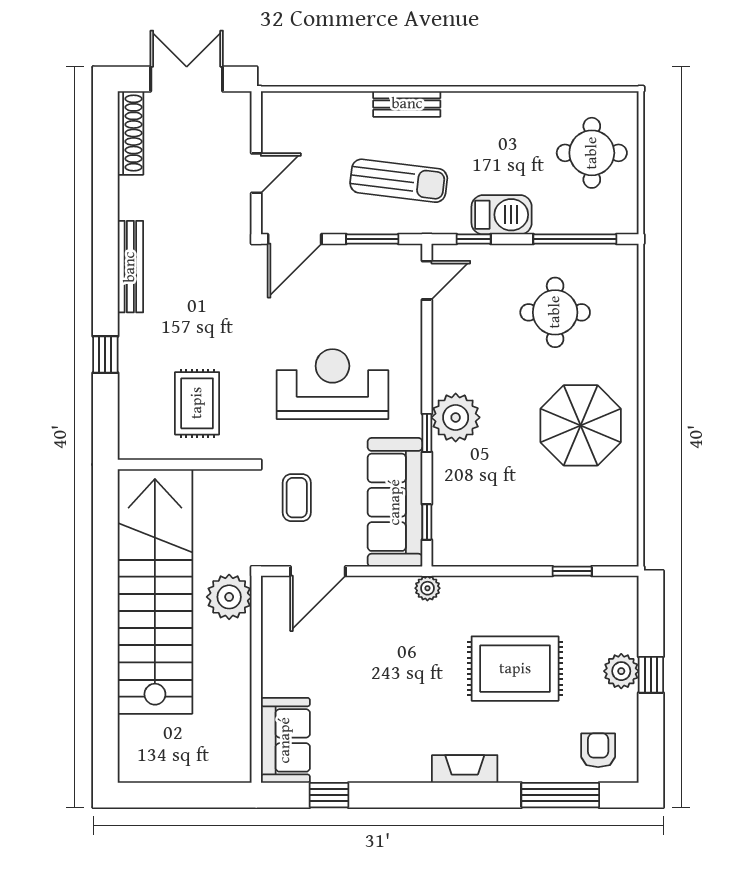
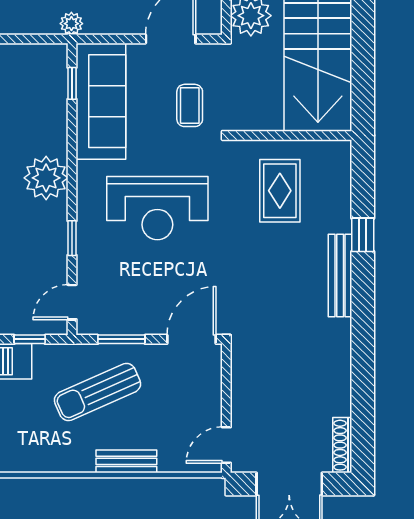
bench: (407, 104) -> (126, 461), moved
shoe rack: (130, 133) -> (342, 445), width x0.74, depth x0.81
door: (256, 173) -> (226, 445), moved
sun lounger: (399, 181) -> (98, 392), turned -31
bench: (130, 267) -> (340, 275), moved
window: (427, 433) -> (72, 238), moved

